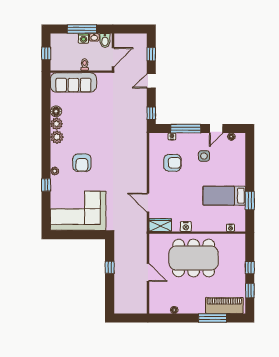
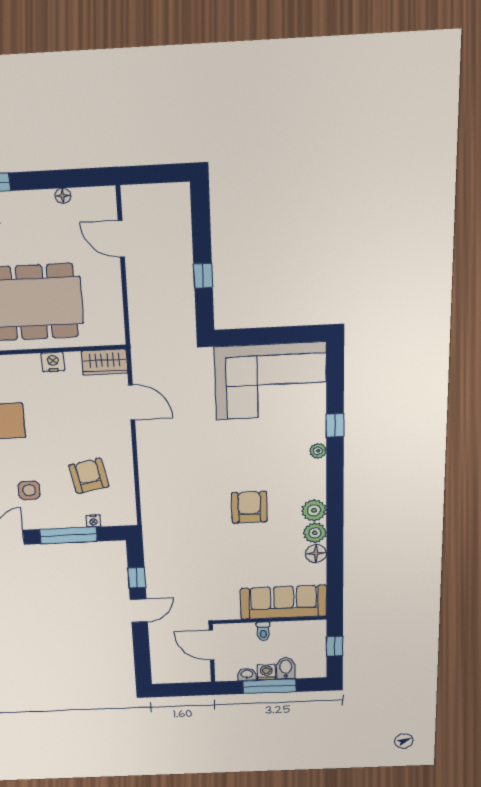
bidet: (105, 40) -> (286, 668), moved
window: (151, 54) -> (142, 652), removed
door: (113, 57) -> (212, 645), hinge flipped
window: (151, 113) -> (137, 578), moved
armchair: (82, 163) -> (249, 507), moved
armchair: (172, 163) -> (89, 476), turned 79
door: (148, 272) -> (121, 239), moved

